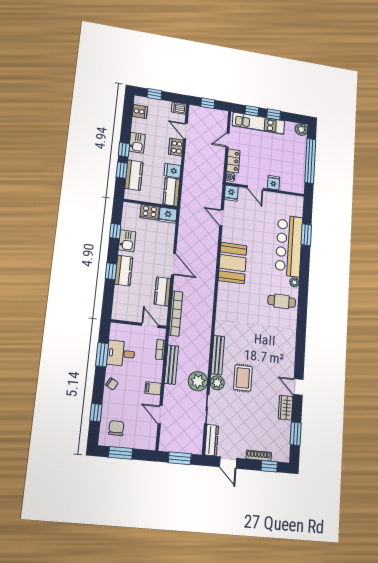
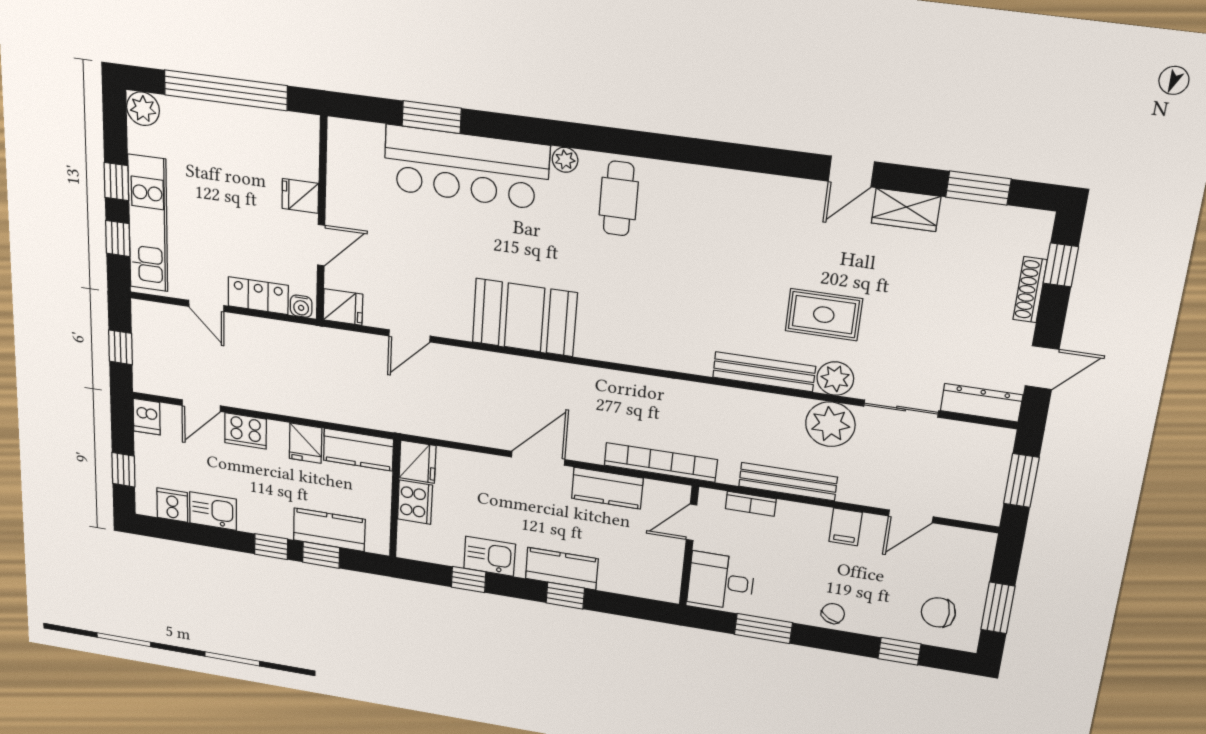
kitchen sink: (137, 143) -> (213, 511), moved
desk: (121, 353) -> (721, 581), moved, turned 90

